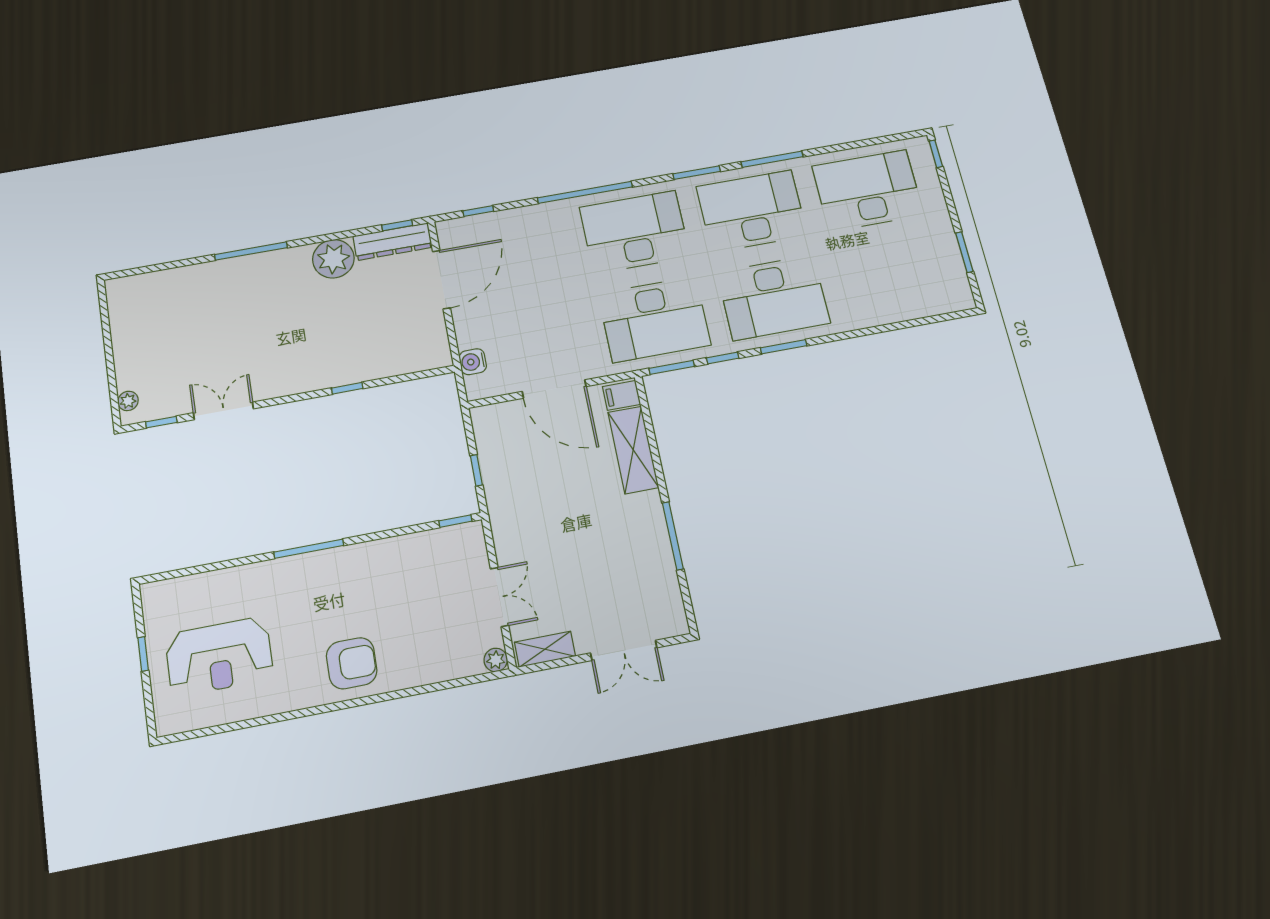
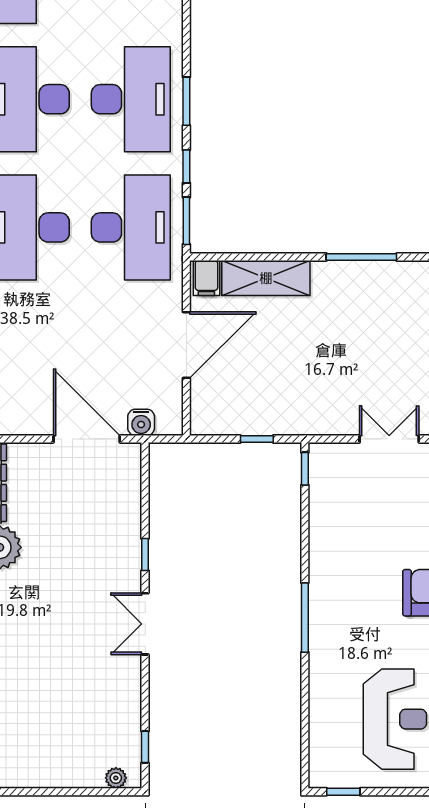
door: (441, 280) -> (87, 439), moved
double door: (223, 411) -> (145, 624), moved
window: (143, 654) -> (343, 792), moved

